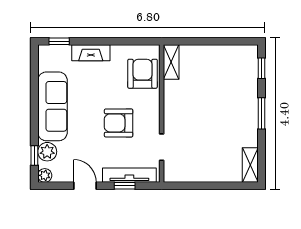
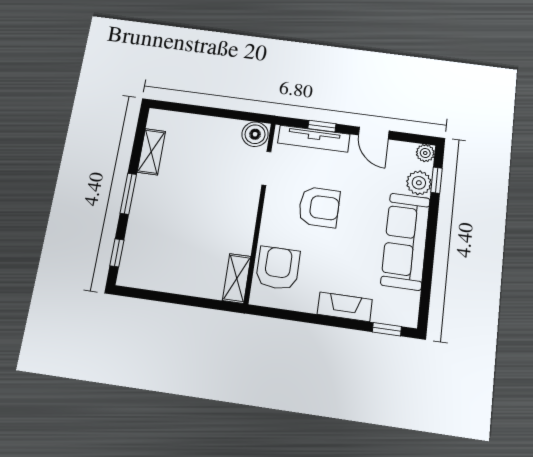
armchair: (143, 74) -> (278, 268), turned 180
shelving: (250, 165) -> (151, 152), moved
boiler: (174, 172) -> (255, 134), added

